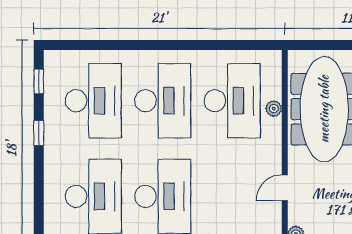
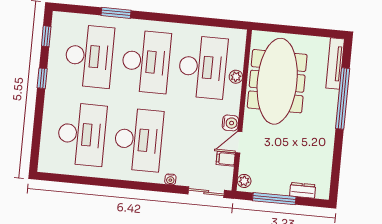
window: (121, 45) -> (116, 13), added
water cooler: (272, 165) -> (230, 123), added
filing cabinet: (271, 209) -> (226, 159), added

